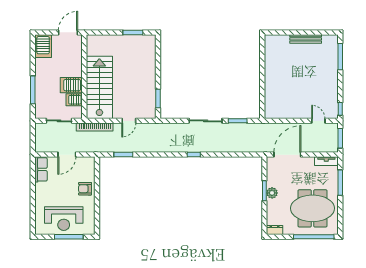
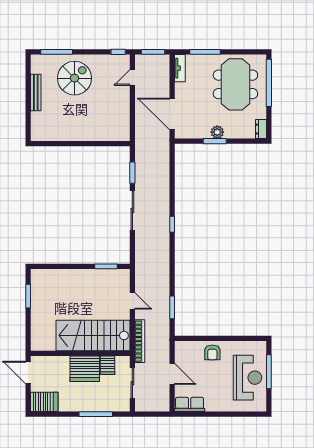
spiral stairs: (318, 72) -> (74, 78), added
server rack: (71, 85) -> (85, 369), width x1.60

